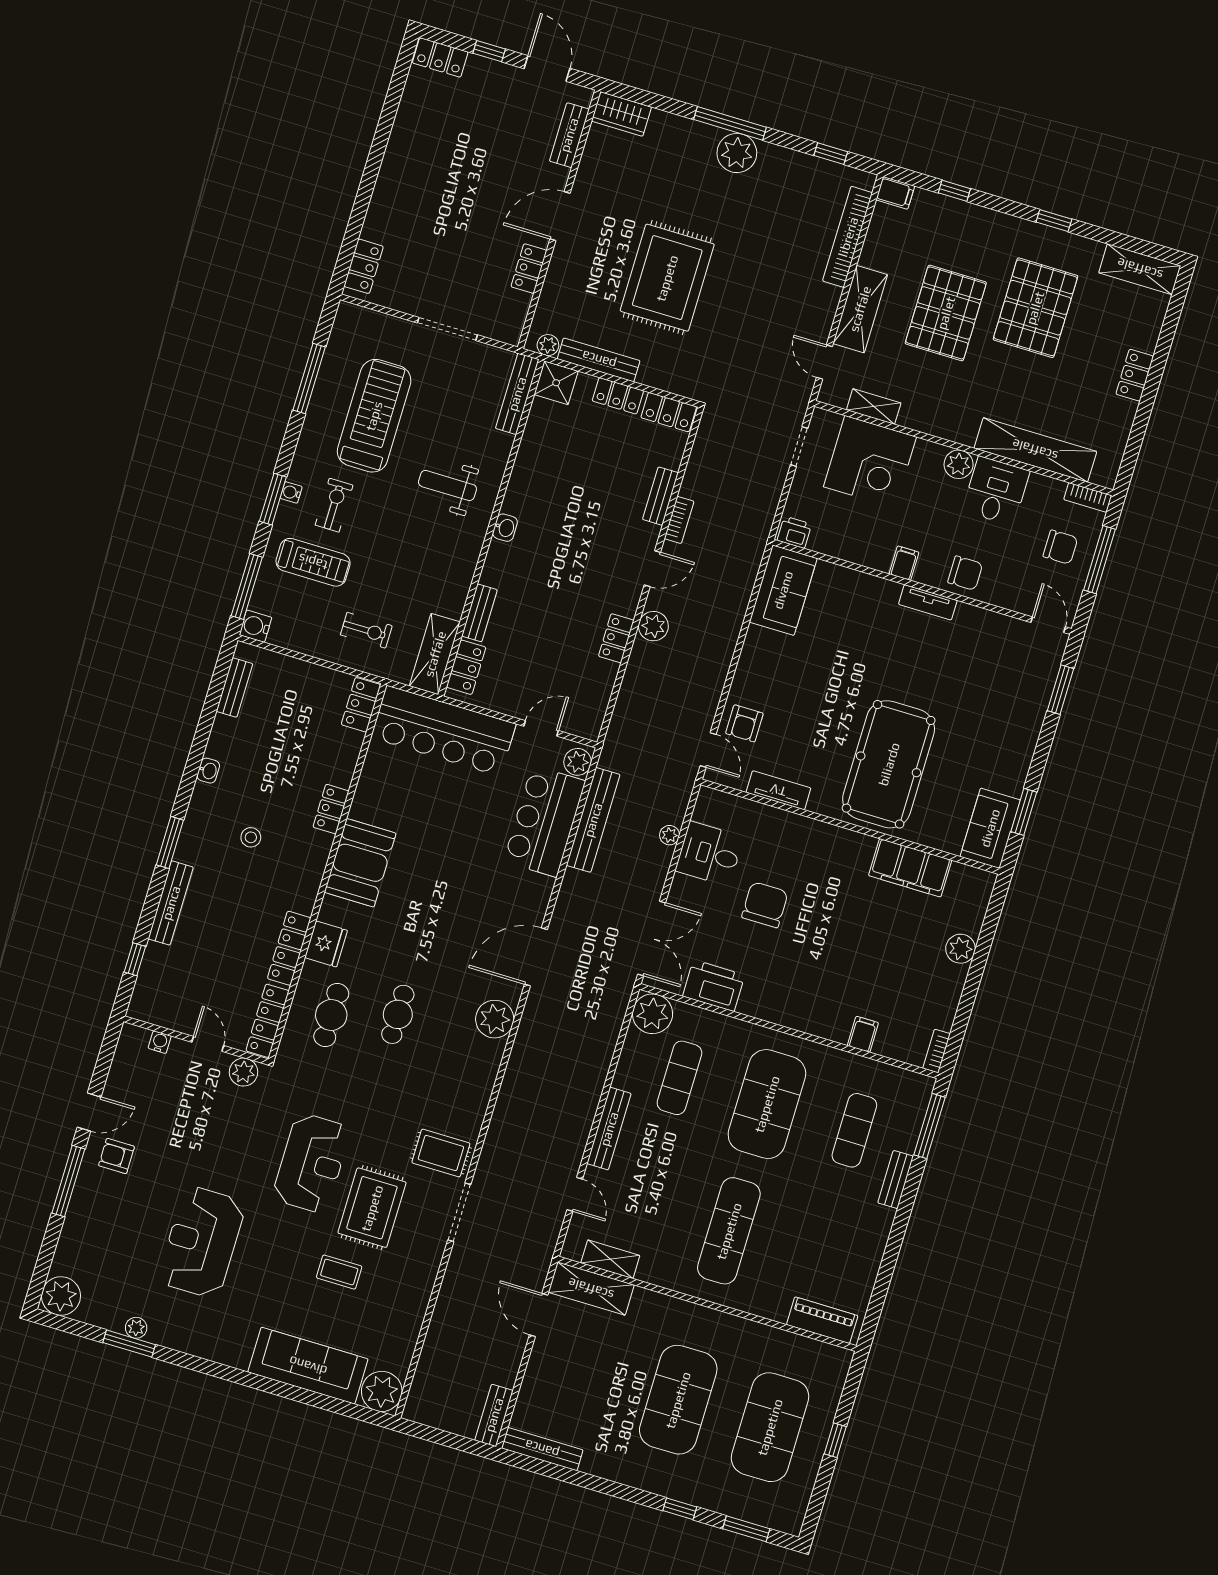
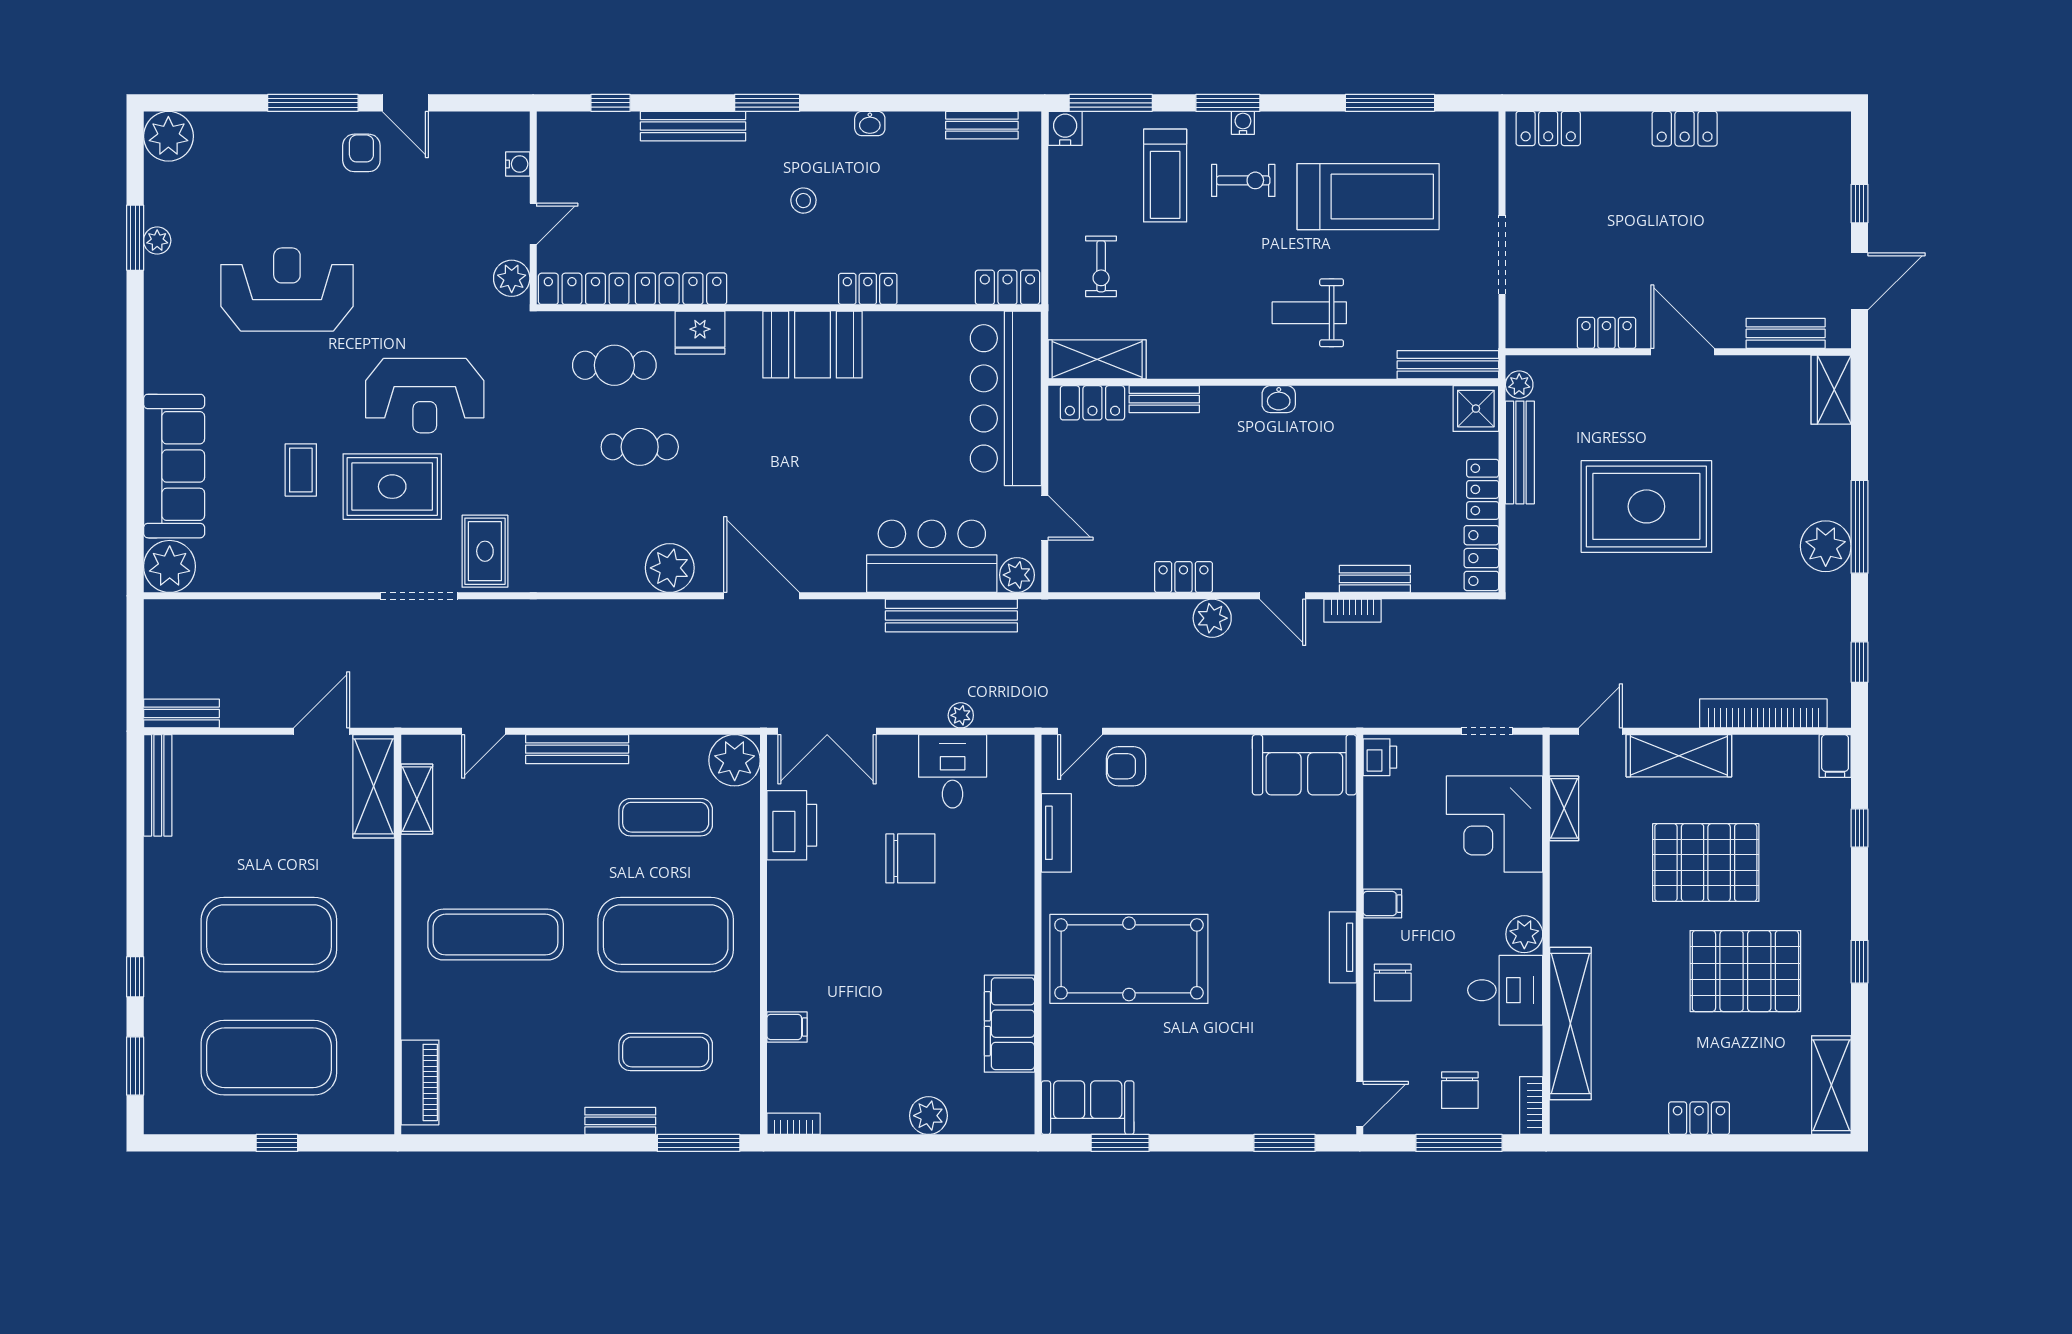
locker: (440, 57) -> (1685, 129), moved, turned -90
weight bench: (447, 486) -> (1309, 313), turned -90

